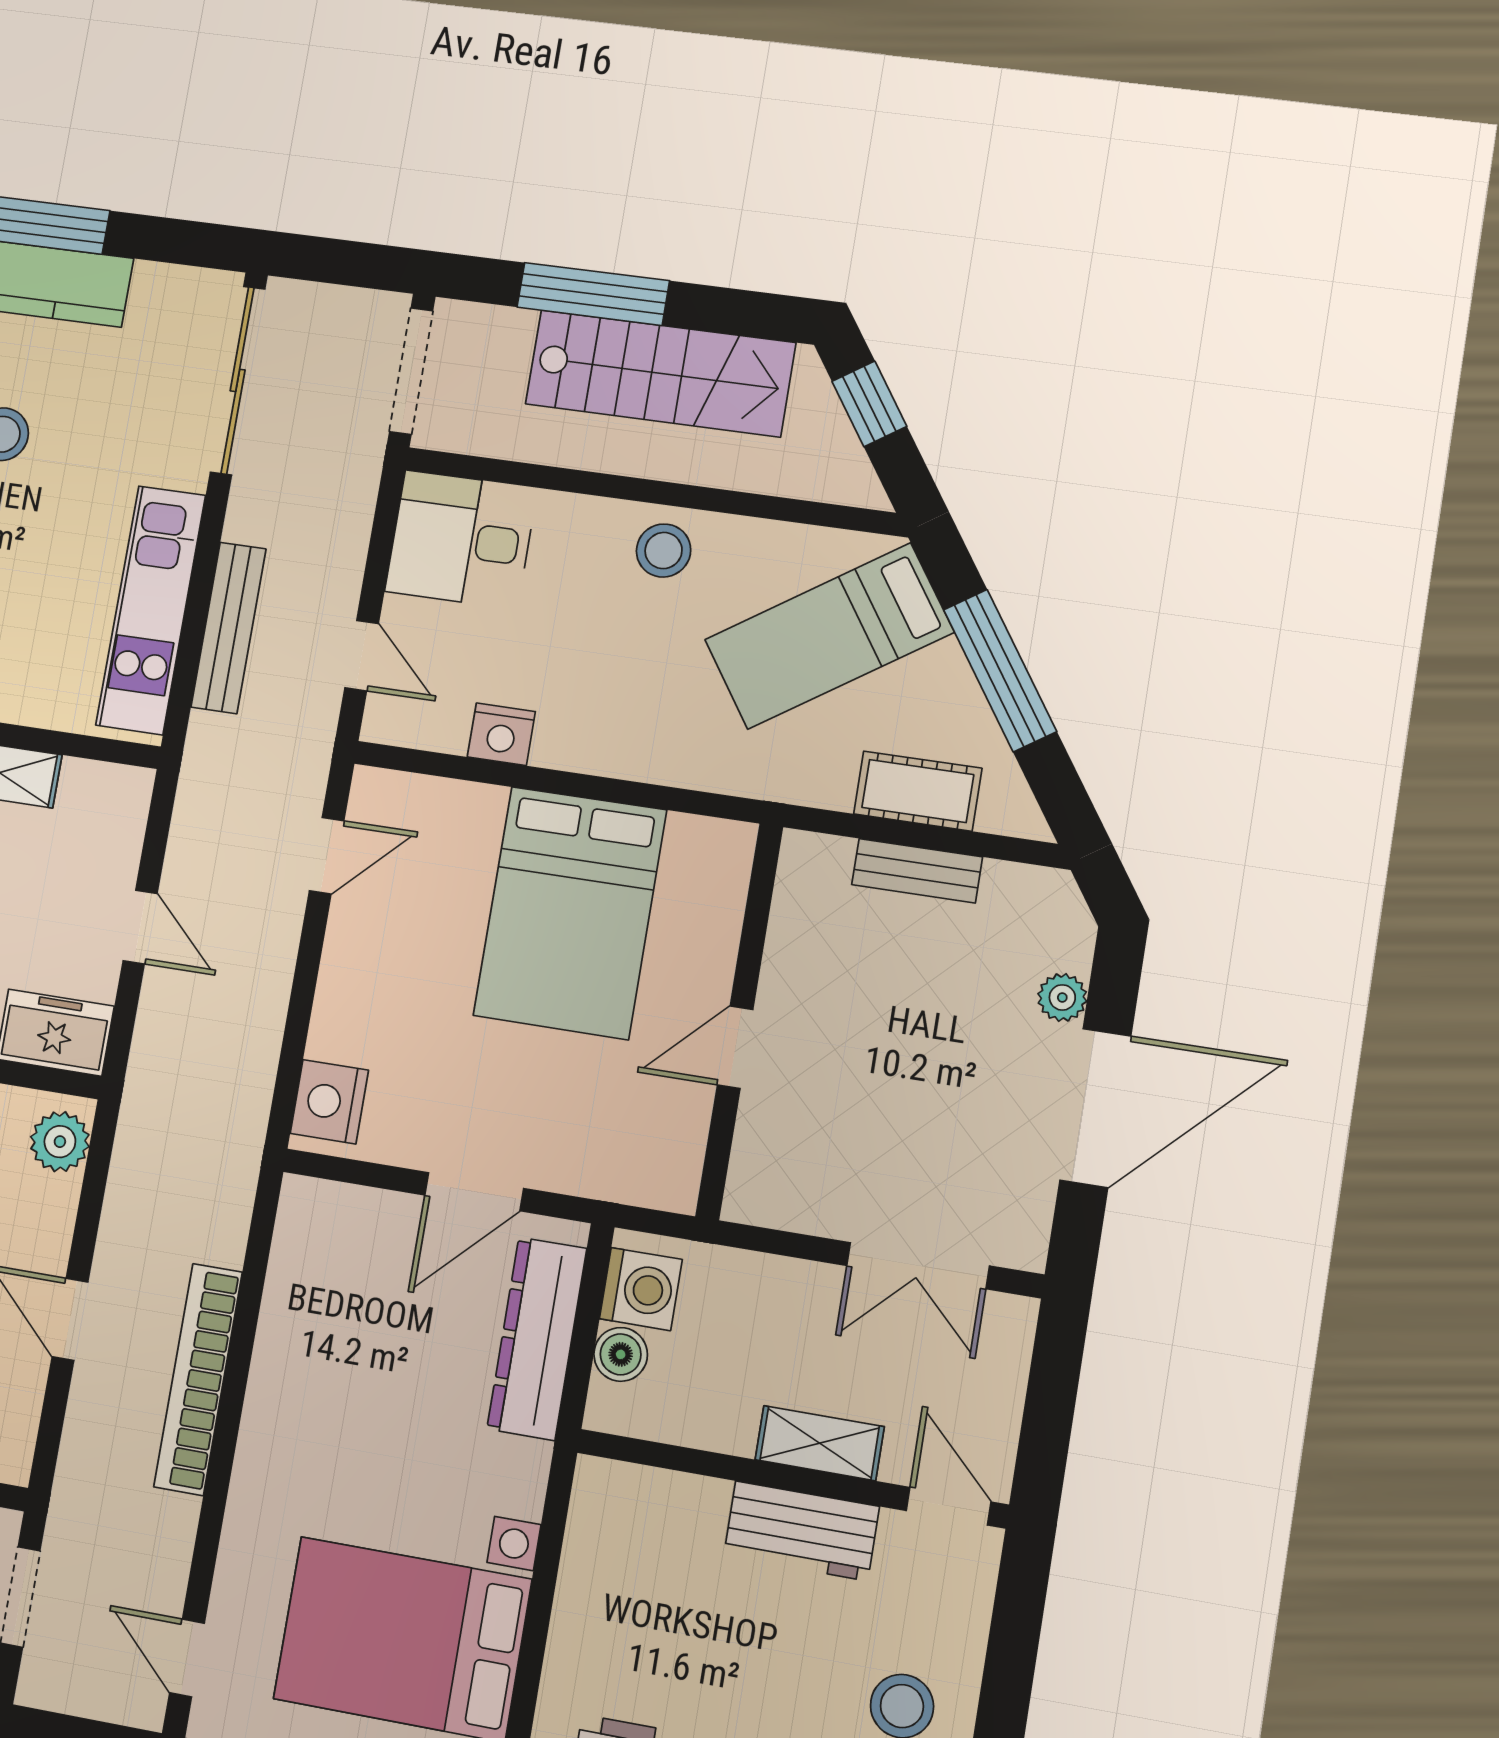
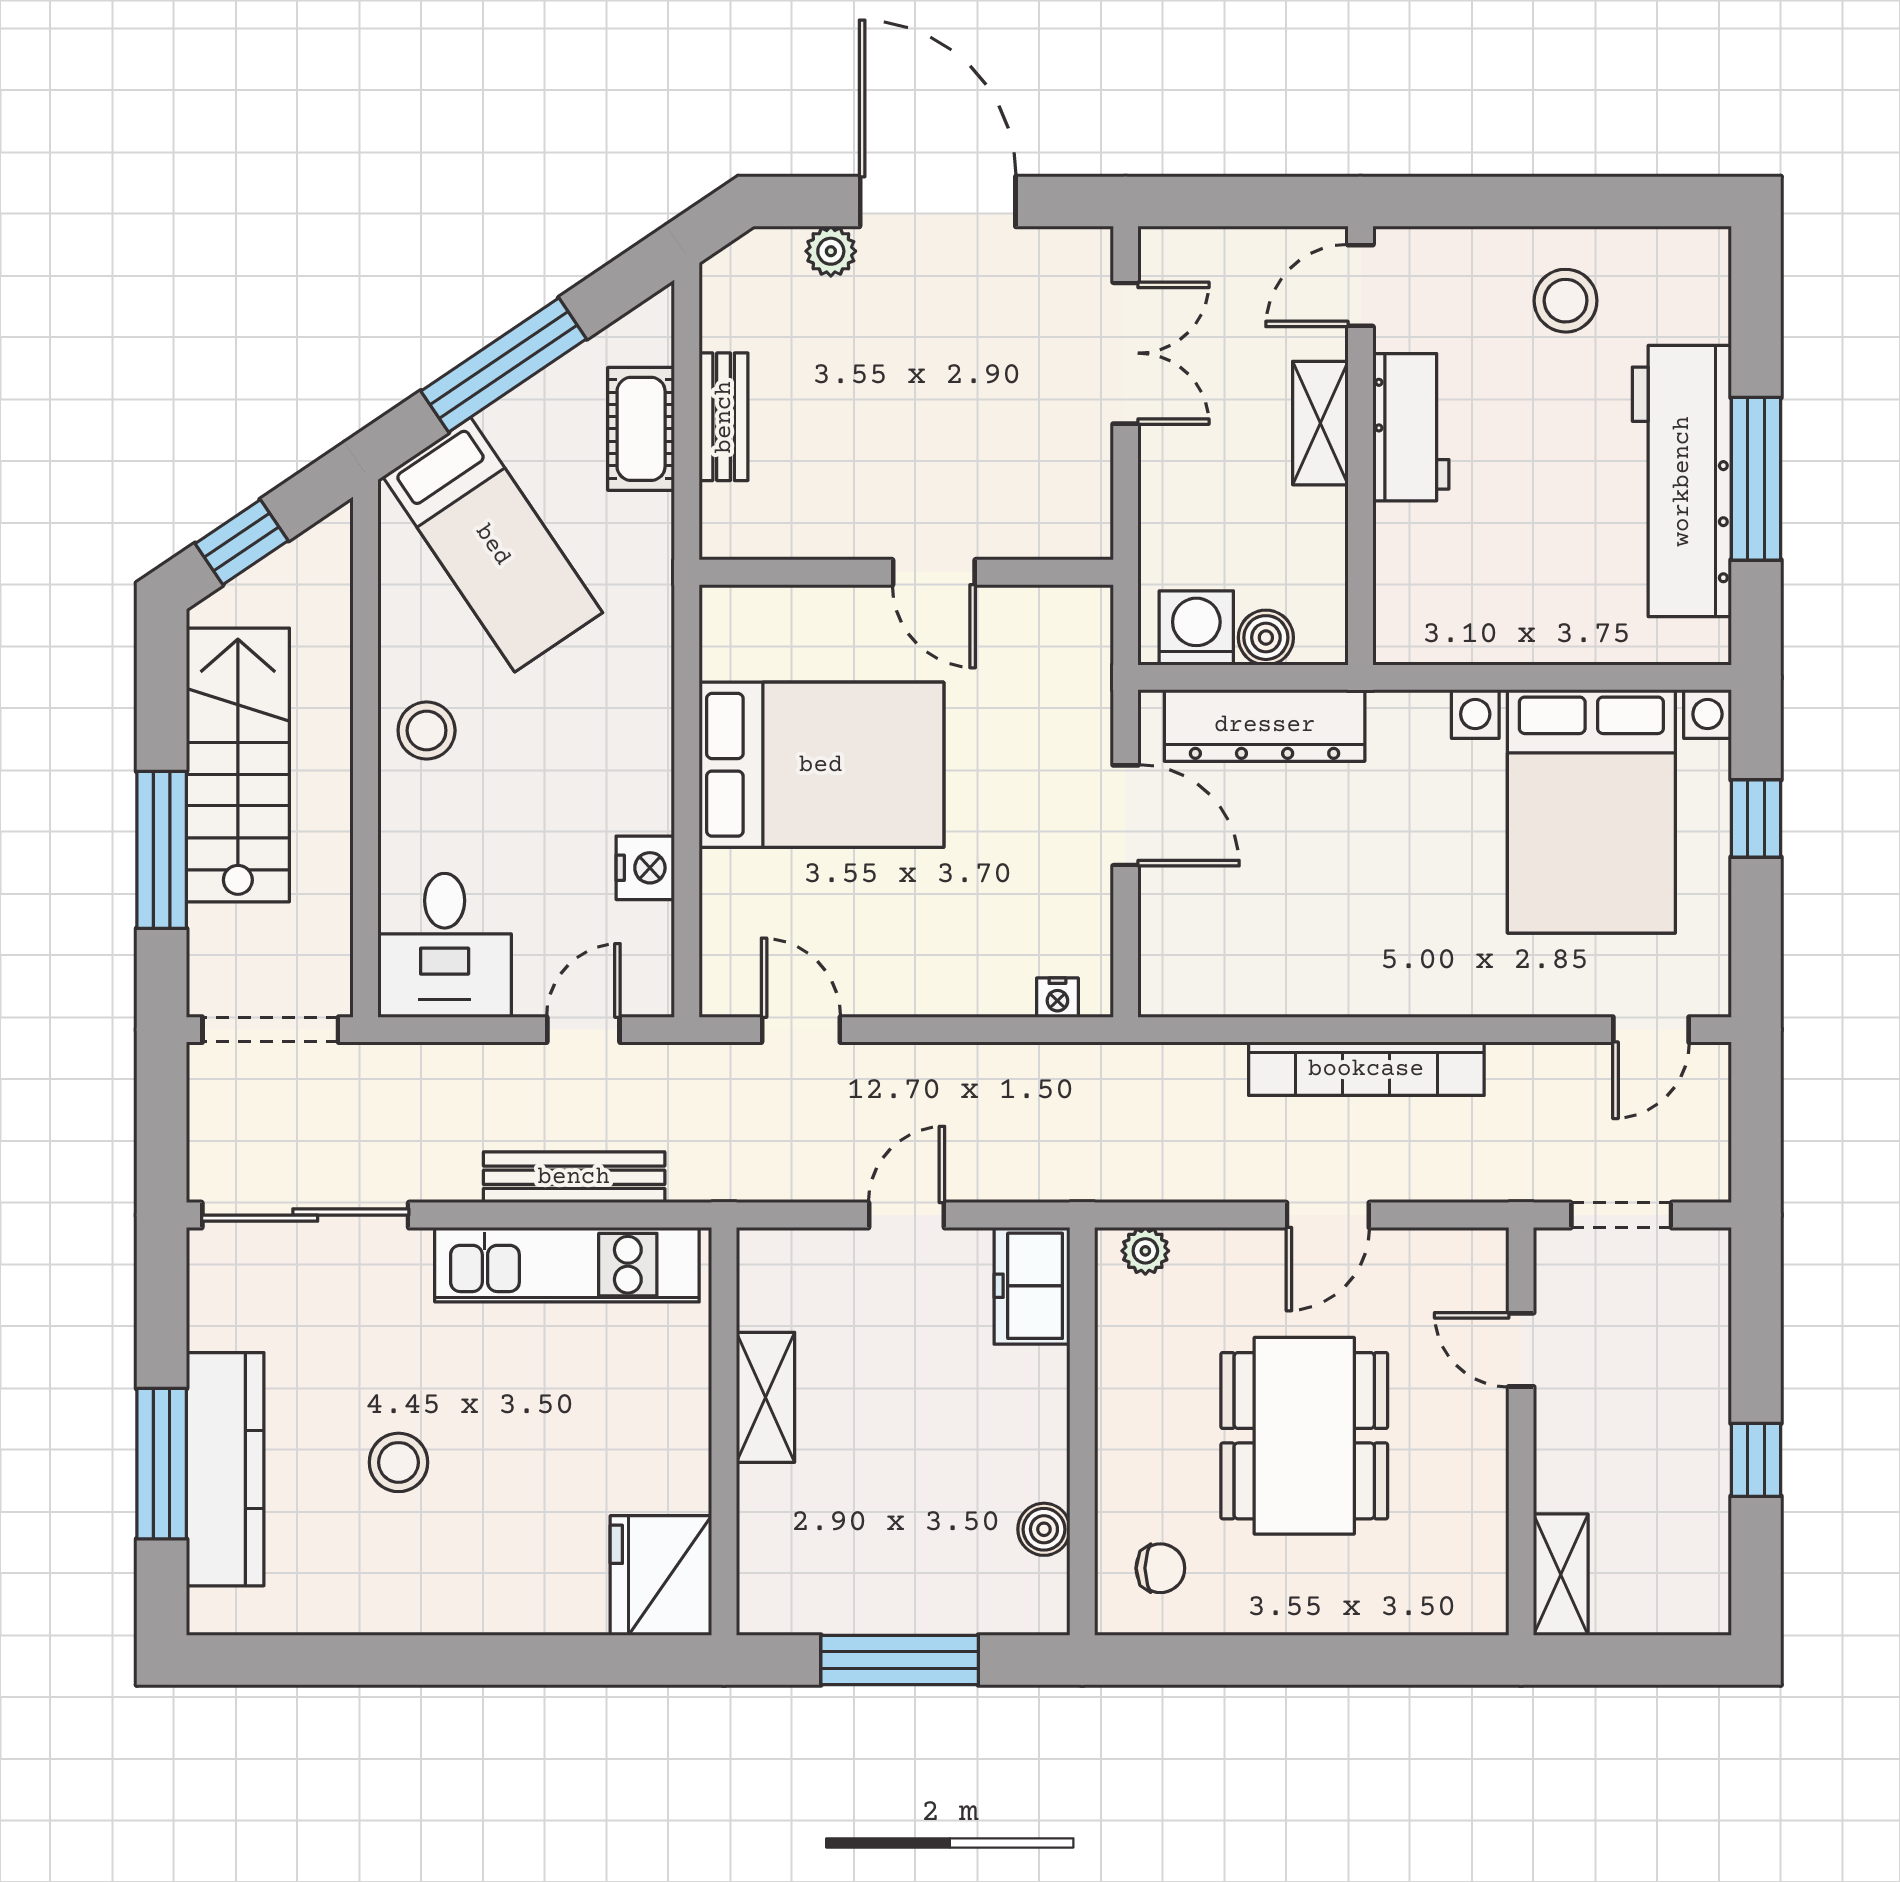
nightstand: (329, 1102) -> (1057, 998), width x0.53, depth x0.56
plant: (60, 1142) -> (1145, 1251), width x0.73, depth x0.73

